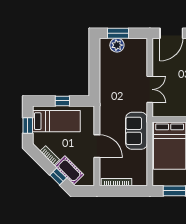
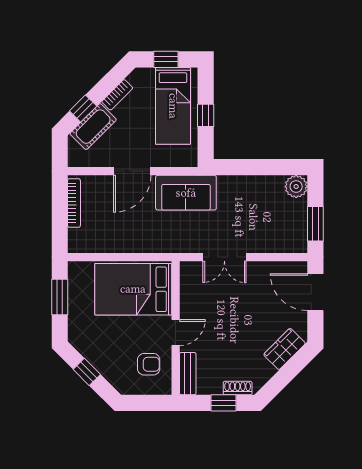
window: (118, 33) -> (315, 224), moved
plant: (117, 45) -> (296, 187), moved
sofa: (137, 131) -> (186, 193), moved, turned 180

